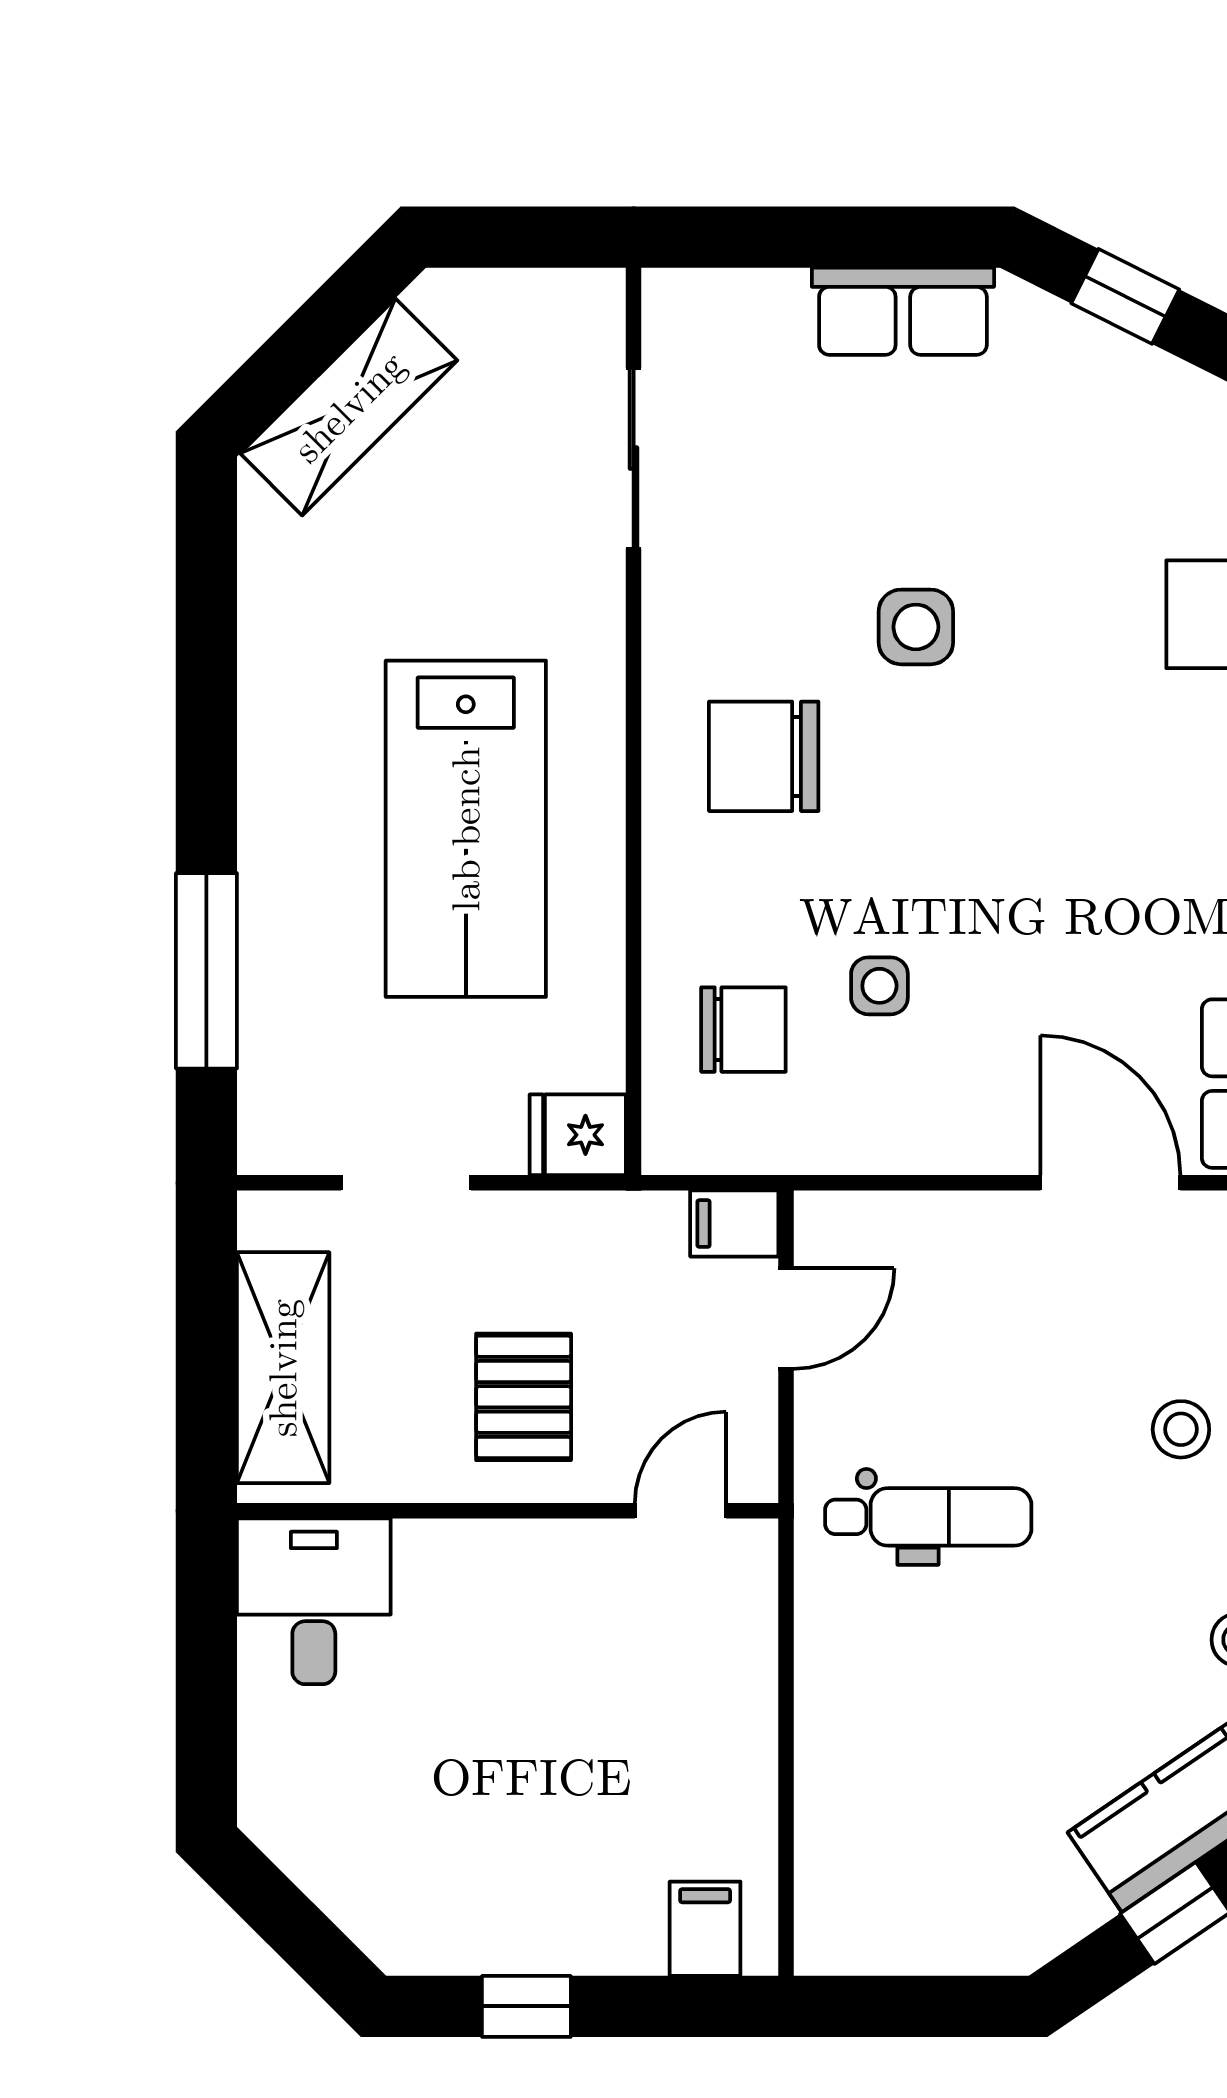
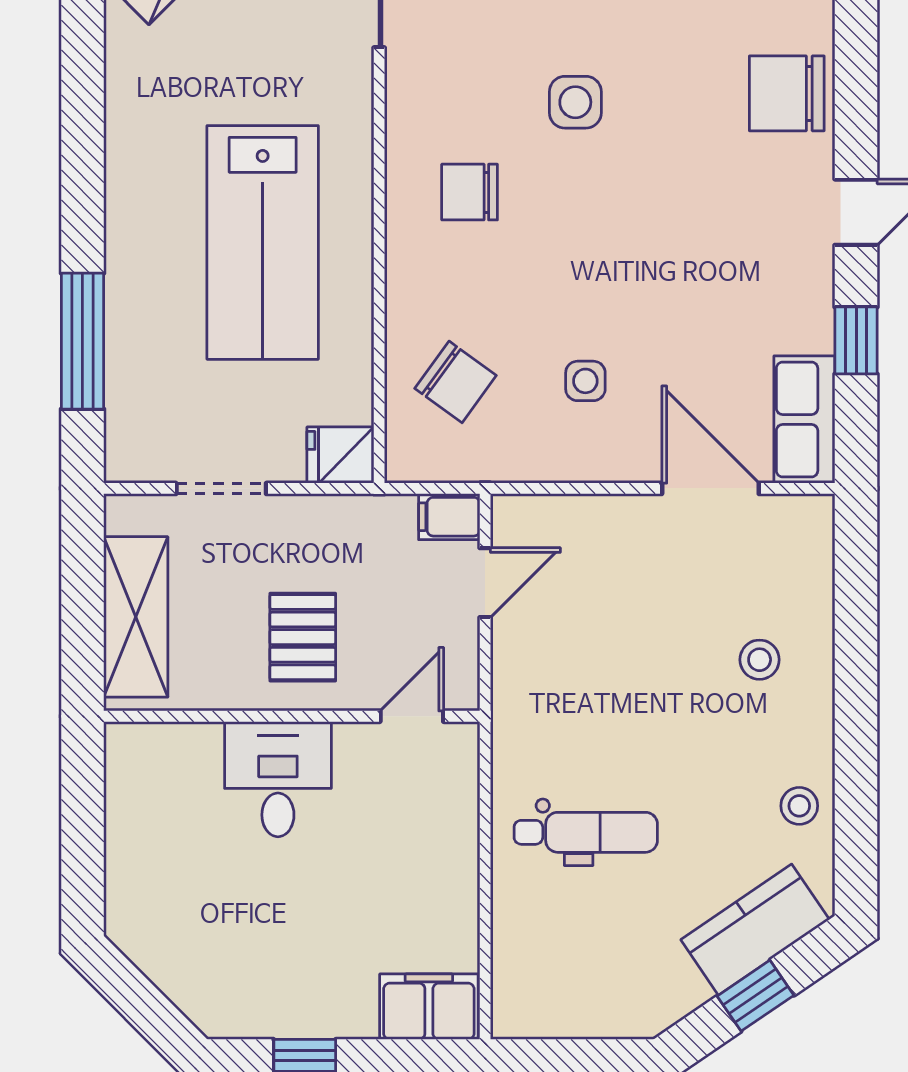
chair: (764, 756) -> (470, 192), width x0.73, depth x0.73
side table: (879, 986) -> (585, 381), moved
chair: (743, 1030) -> (456, 382), turned 36
dental chair: (928, 1517) -> (586, 832), moved
desk: (314, 1601) -> (278, 779), moved
filing cabinet: (705, 1929) -> (429, 1007), width x2.00

